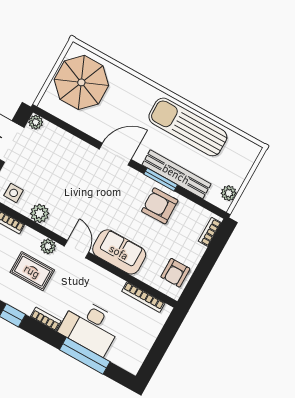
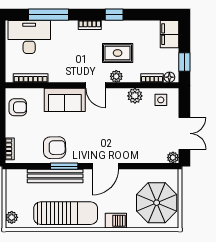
barbecue: (137, 88) -> (116, 221), added
plant: (229, 193) -> (12, 217), moved
armchair: (175, 273) -> (18, 107), turned 90
desk: (90, 327) -> (29, 37), moved

